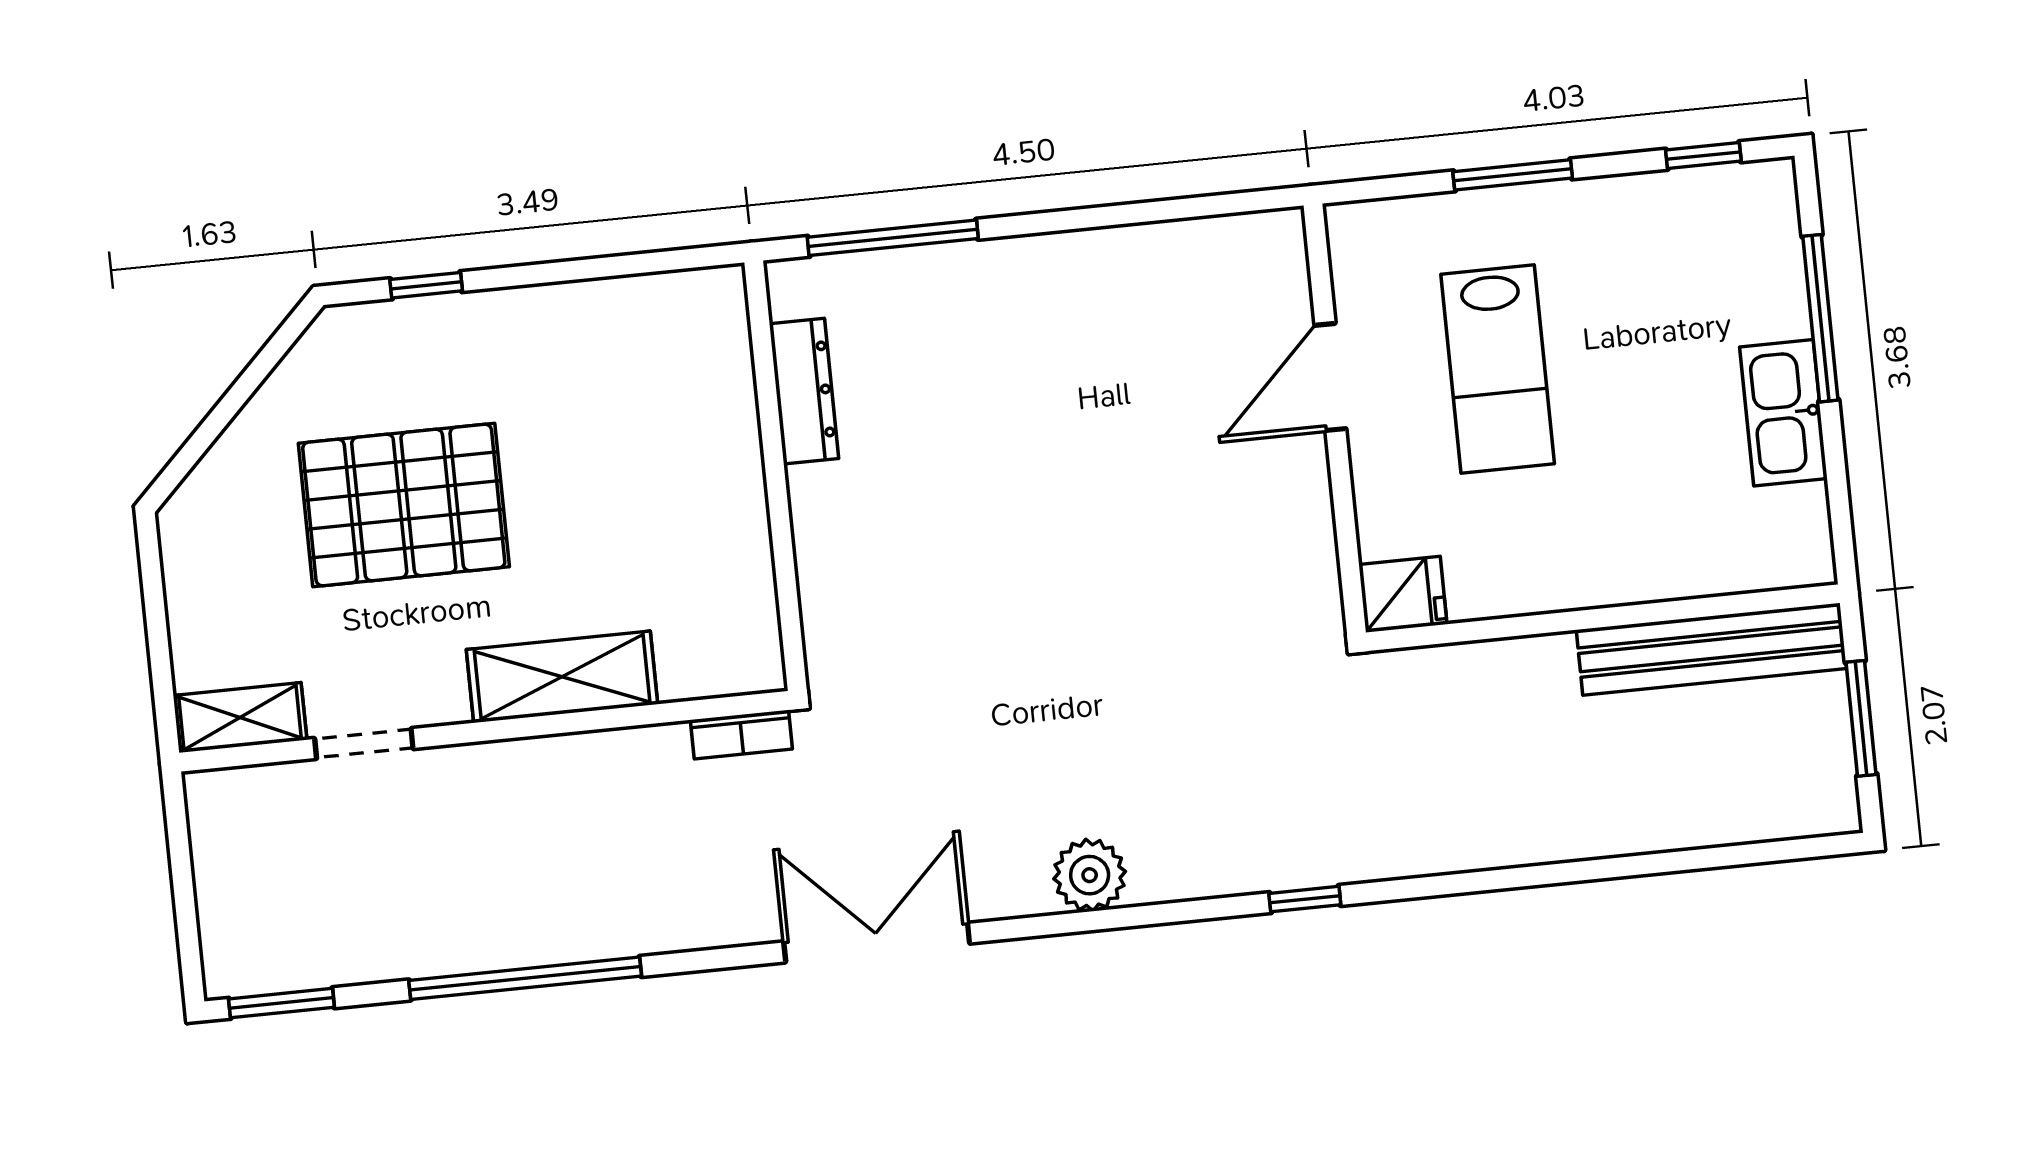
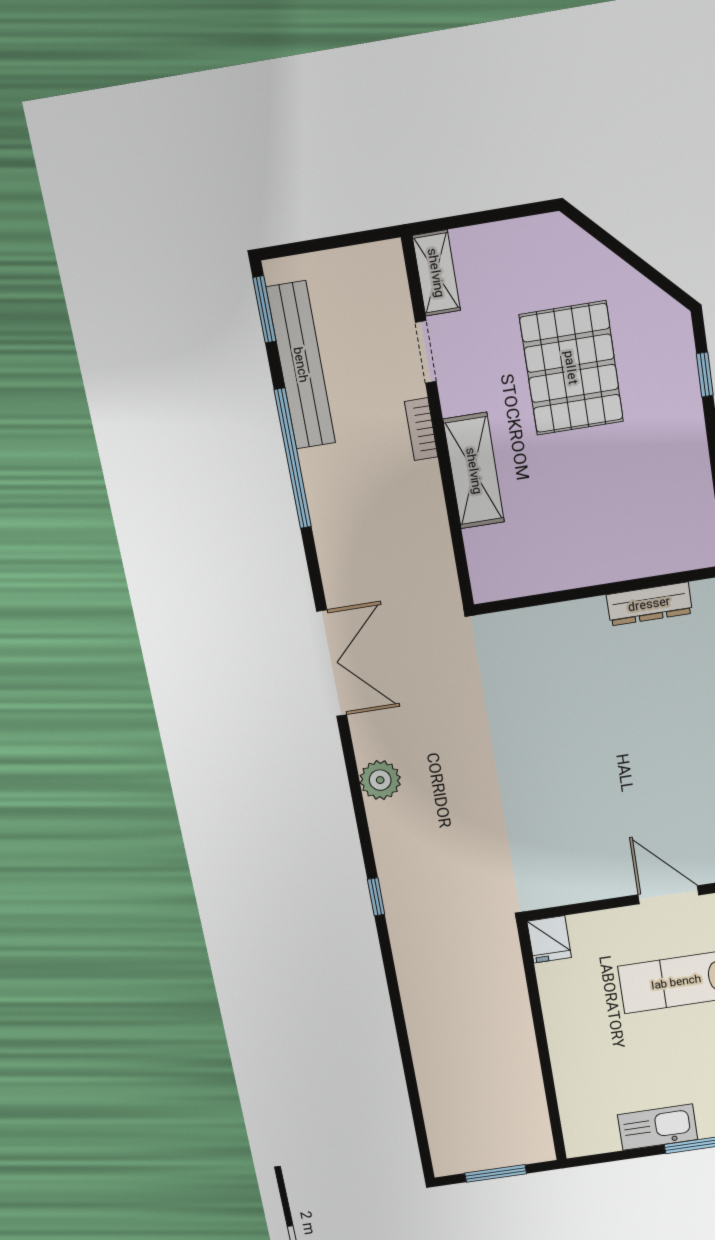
bench: (1711, 649) -> (301, 365), moved
bookcase: (741, 734) -> (421, 429), moved

